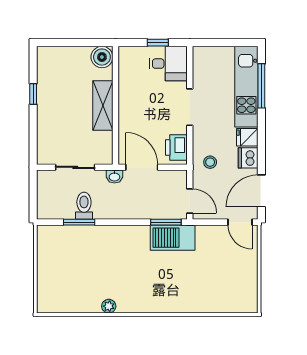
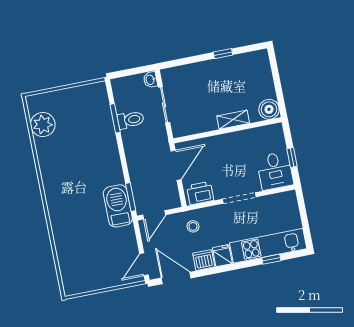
window: (261, 86) -> (271, 259), width x0.46
shelving: (103, 105) -> (233, 120), width x0.67, depth x0.75
washbasin: (114, 177) -> (150, 80), moved
plant: (109, 306) -> (43, 125), moved, width x1.88, depth x1.88

